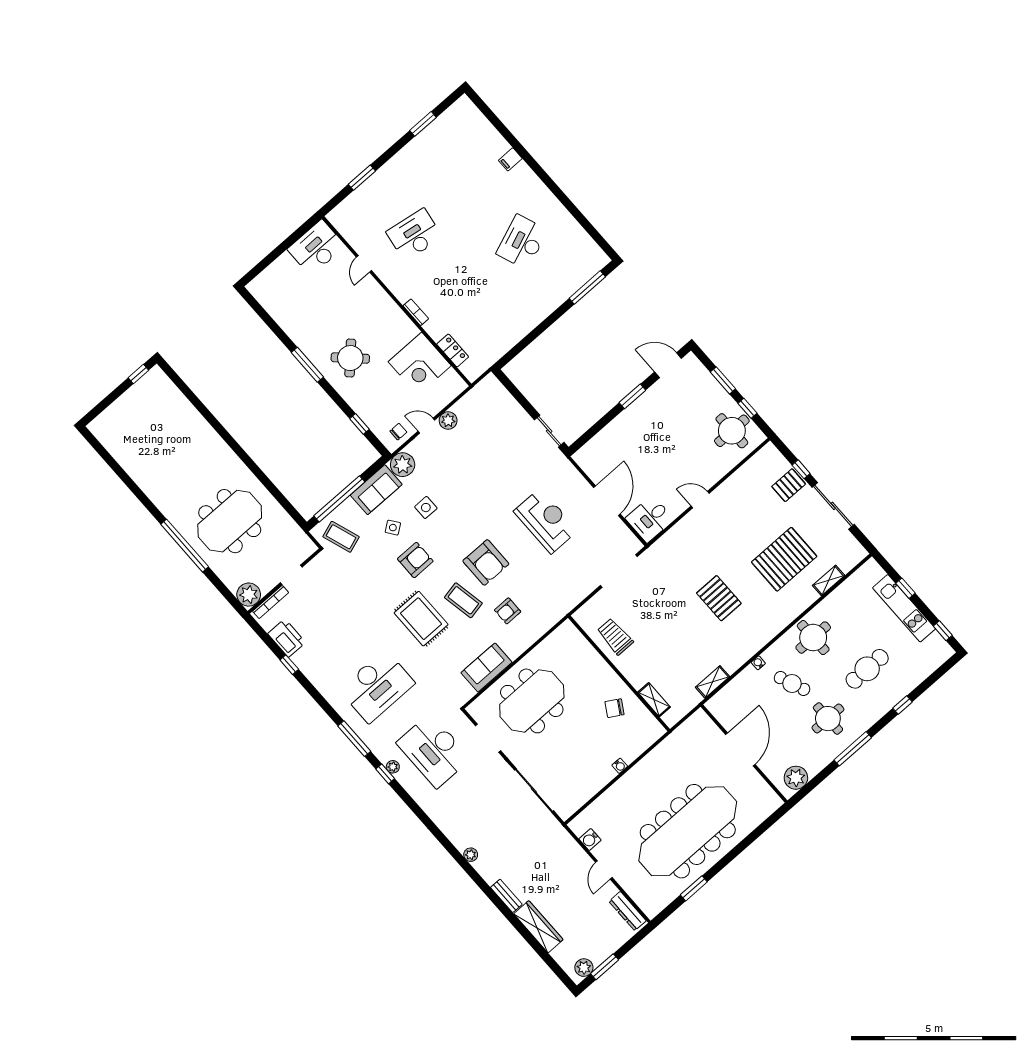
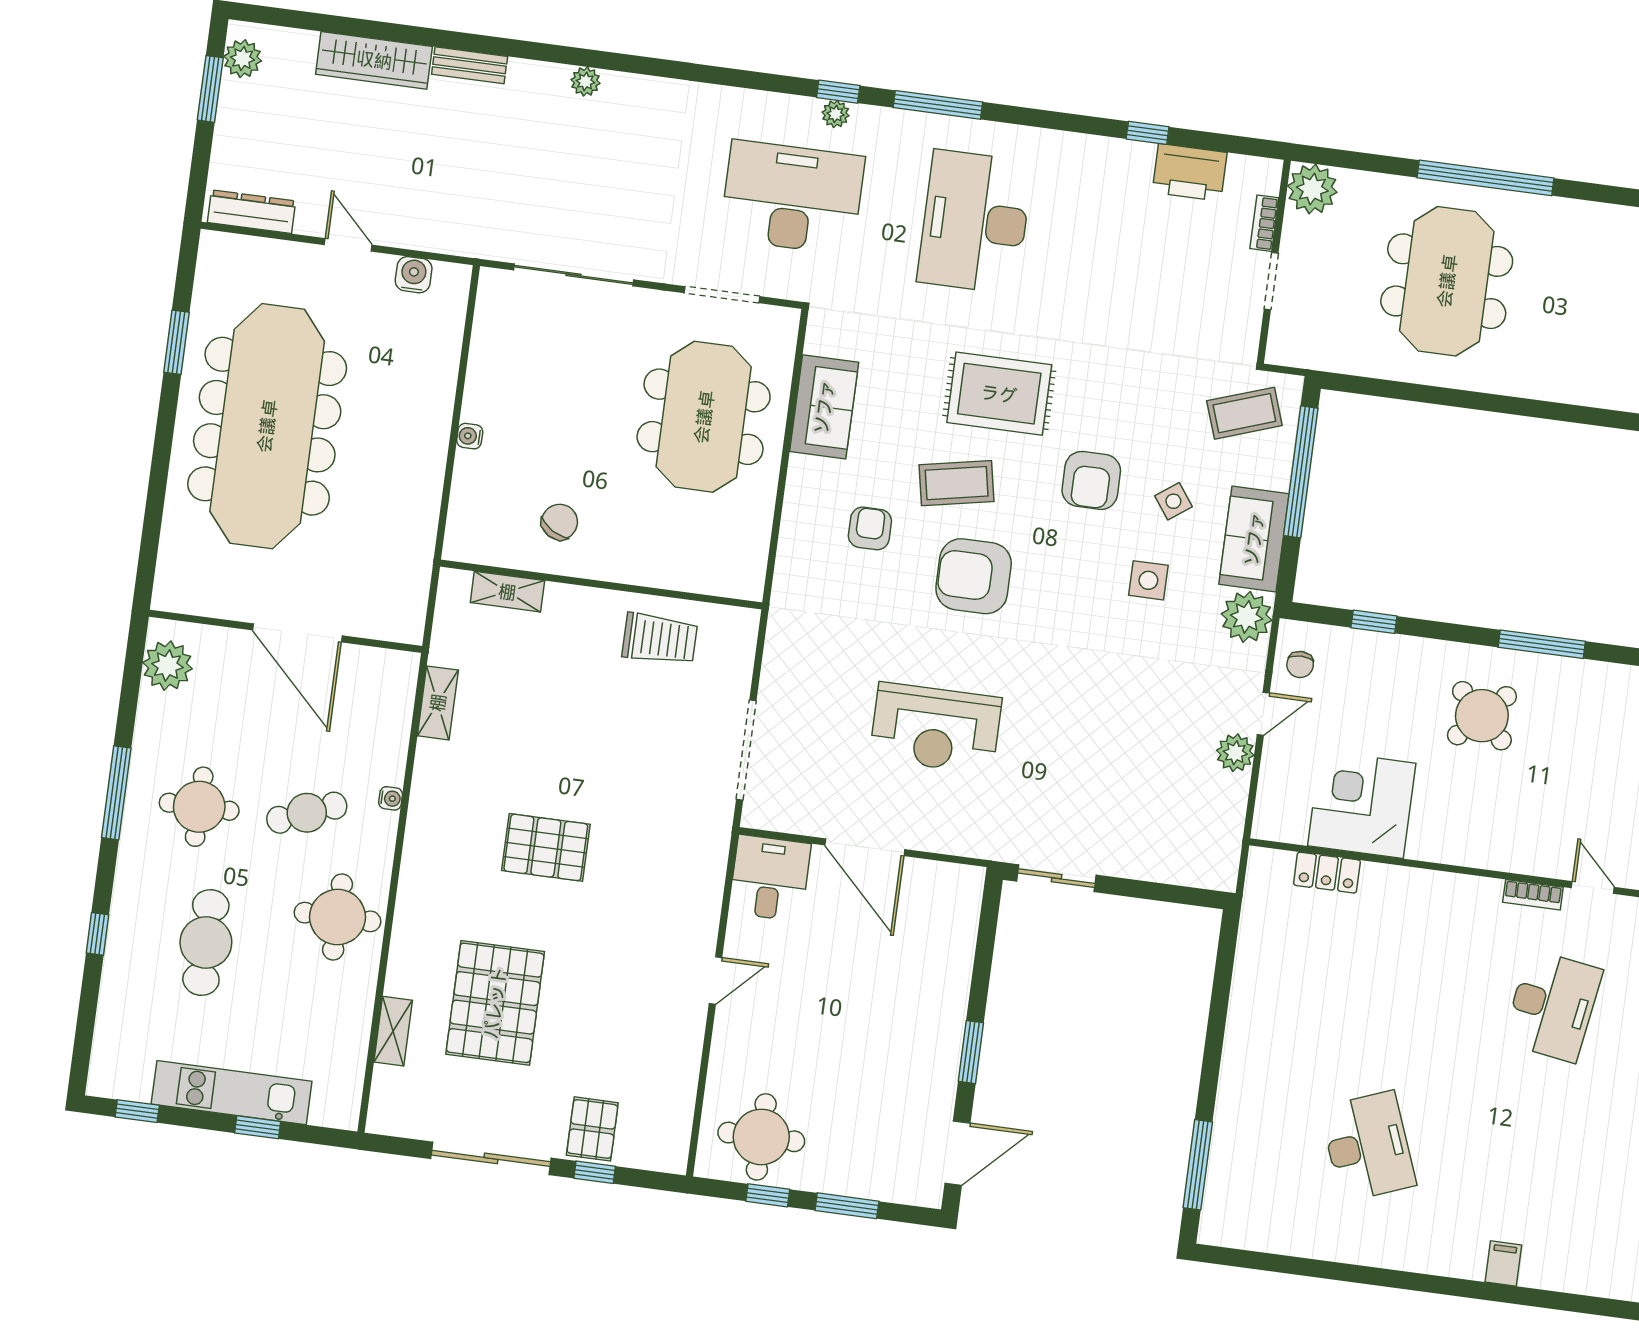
bookcase: (416, 312) -> (1533, 895), moved
bookcase: (271, 602) -> (1264, 223), width x0.64

